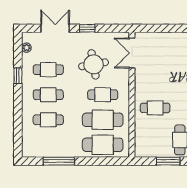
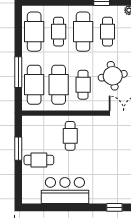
cafe table: (48, 95) -> (83, 32), width x1.37, depth x1.35
cafe table: (48, 145) -> (34, 32), added
window: (59, 161) -> (18, 72), moved

